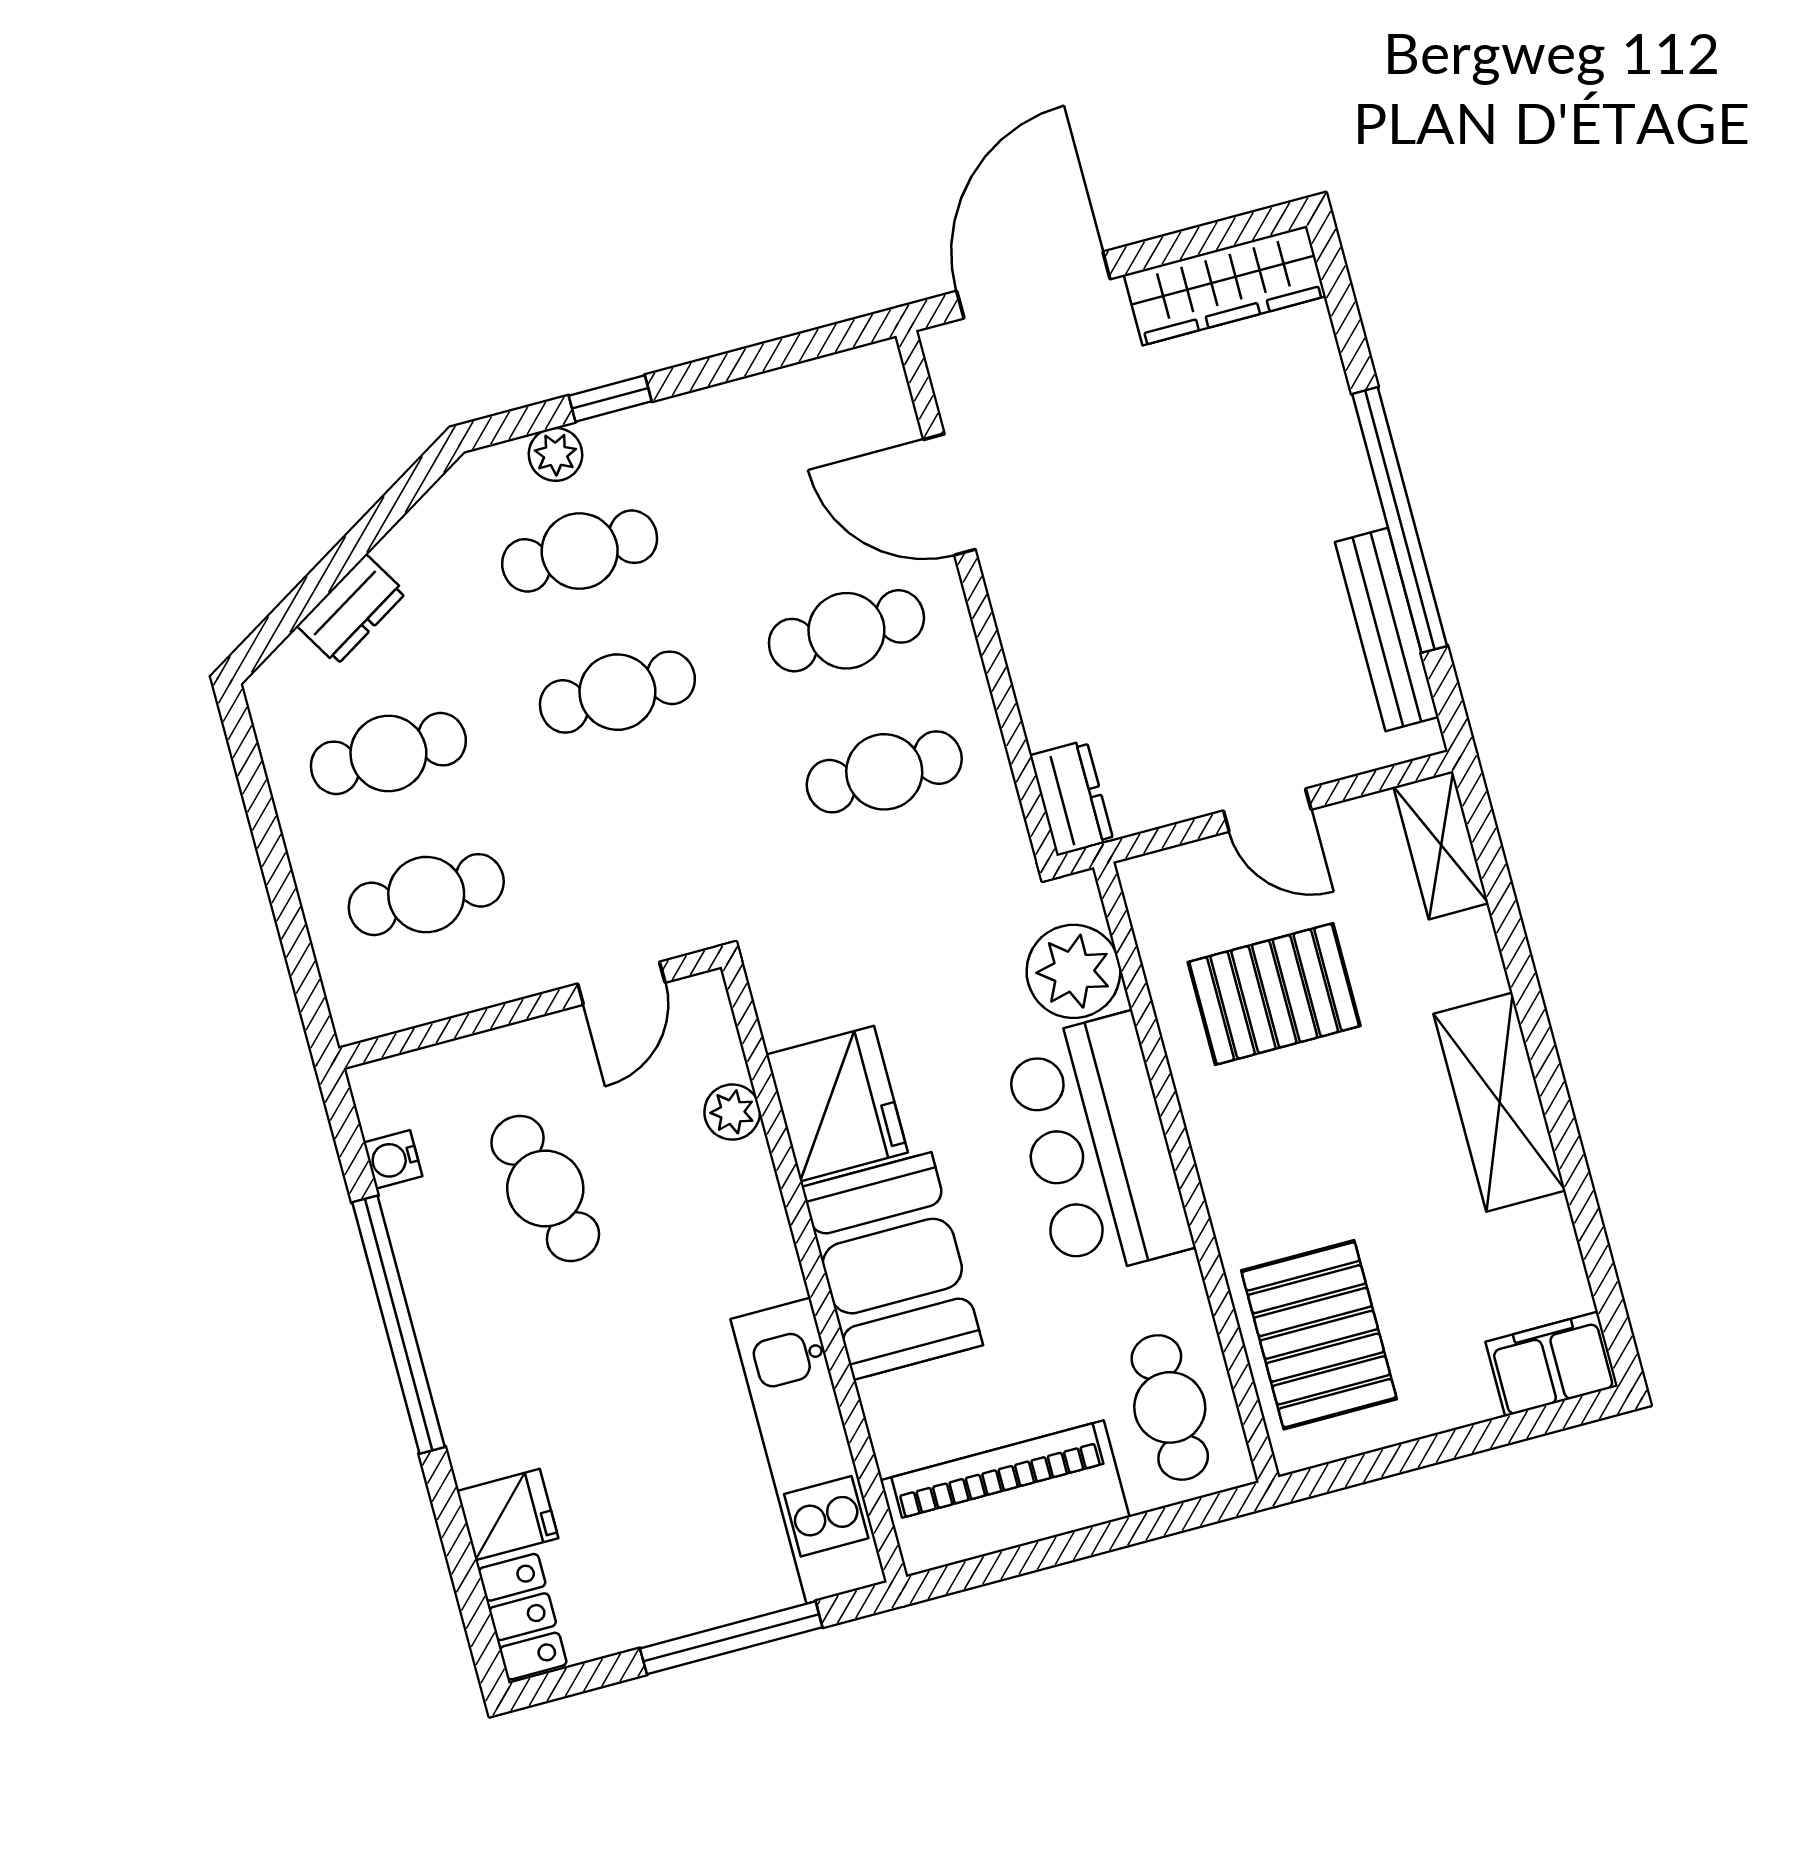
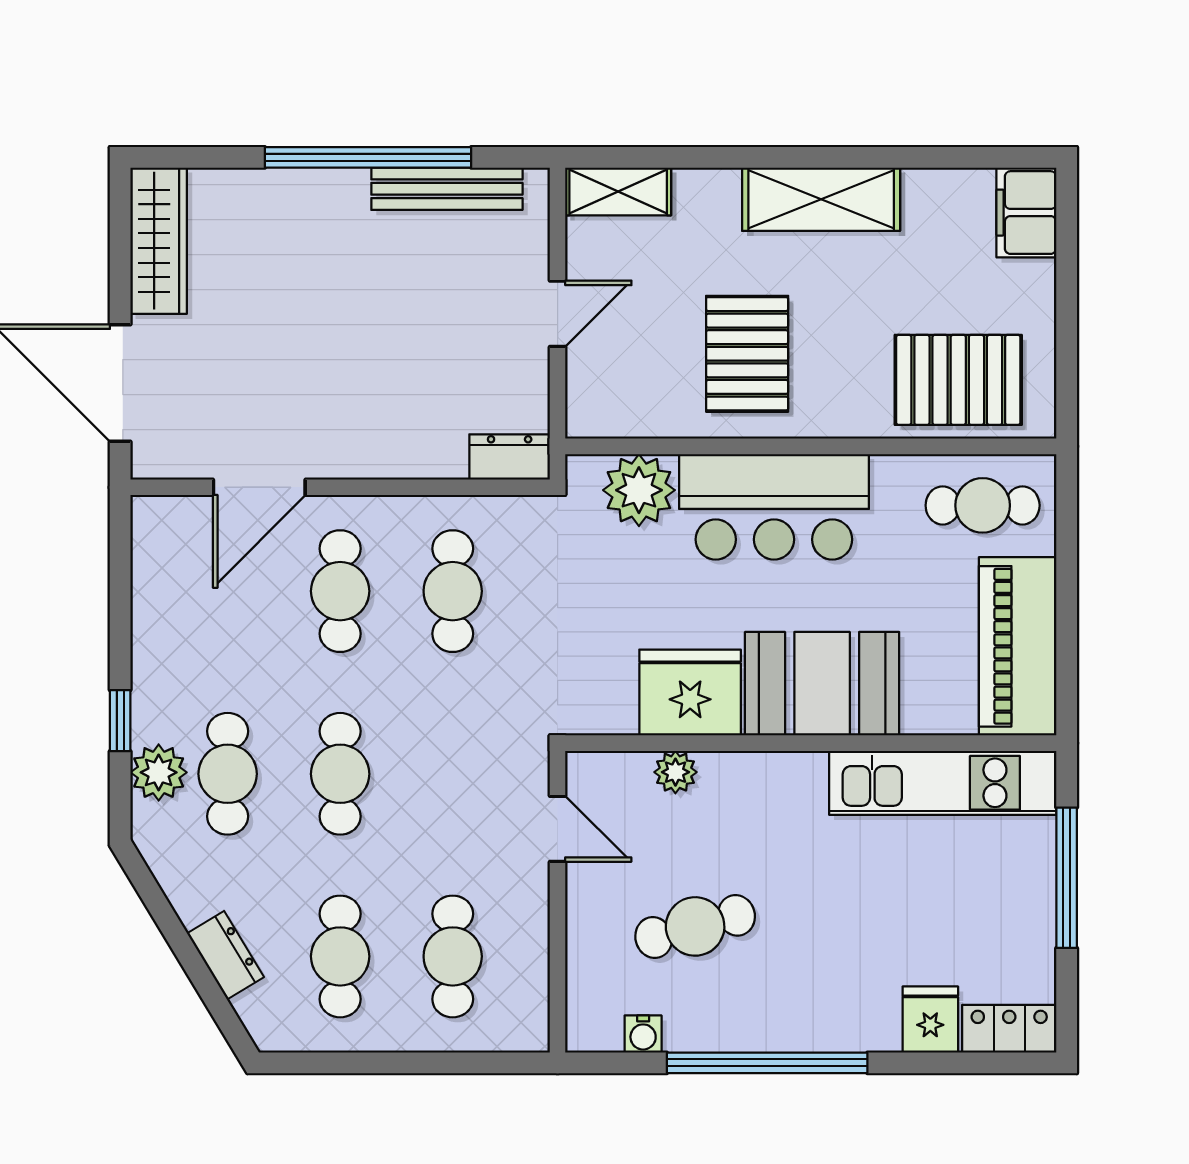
plant: (556, 454) -> (159, 772), width x1.38, depth x1.38
pallet: (1274, 994) -> (747, 354), moved

